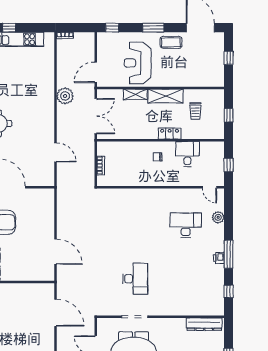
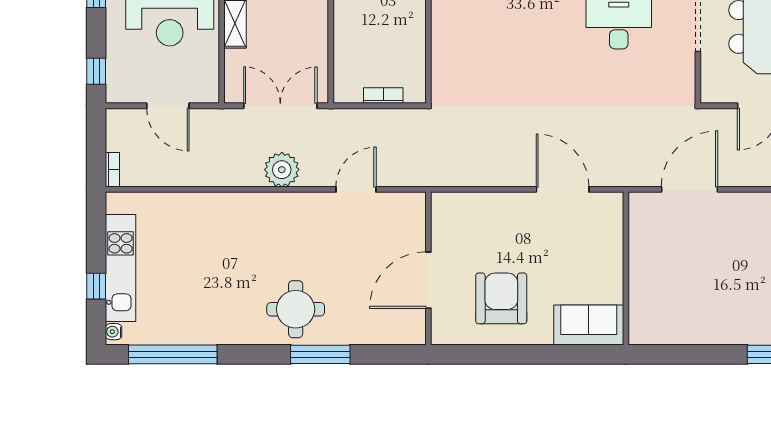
door: (96, 72) -> (168, 106), moved
plant: (65, 96) -> (282, 170), moved
door: (56, 252) -> (563, 189), hinge flipped

